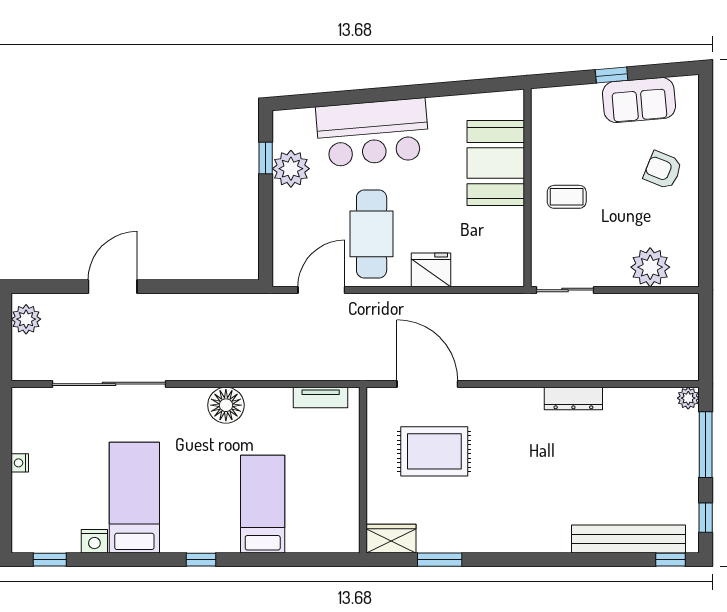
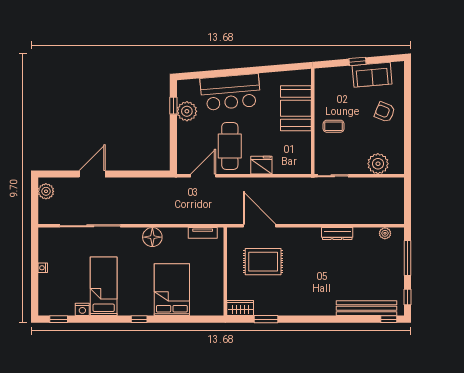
plant: (688, 398) -> (385, 233), moved
bed: (263, 504) -> (172, 290), width x1.50

